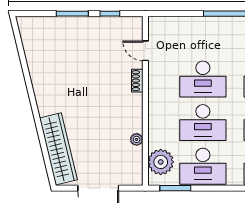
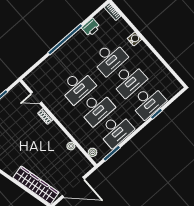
plant: (161, 162) -> (92, 152), width x0.53, depth x0.53

